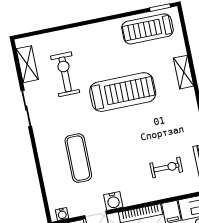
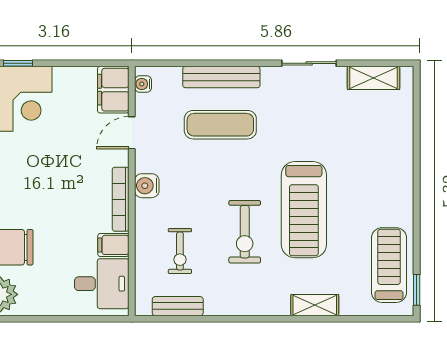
exercise bike: (65, 74) -> (245, 232), moved, turned 90
bench: (47, 164) -> (221, 77), added
water cooler: (113, 201) -> (147, 186), moved

